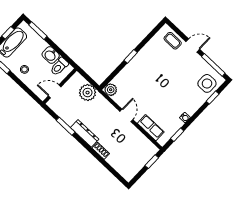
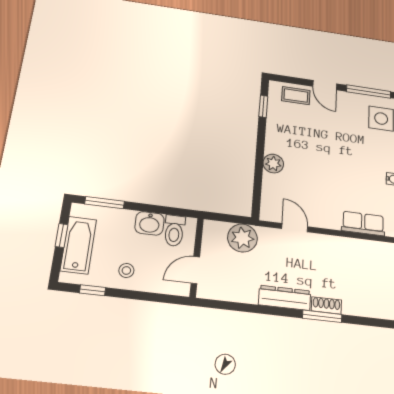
door: (193, 45) -> (325, 85), swing flipped
window: (131, 56) -> (263, 106), moved
plant: (111, 90) -> (273, 164), moved
door: (126, 115) -> (295, 228), moved
window: (66, 126) -> (322, 316), moved

